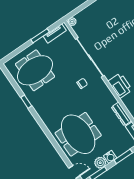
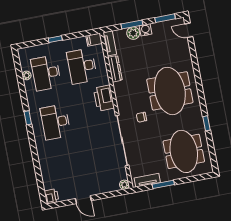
meeting table: (35, 70) -> (184, 151), turned 90
meeting table: (78, 134) -> (170, 91), moved
plant: (100, 163) -> (133, 33), moved

